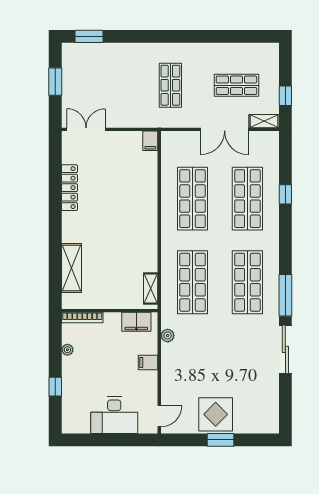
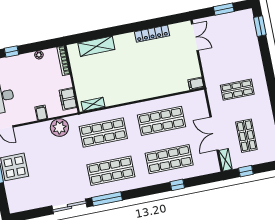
plant: (168, 336) -> (59, 128), width x1.88, depth x1.88

